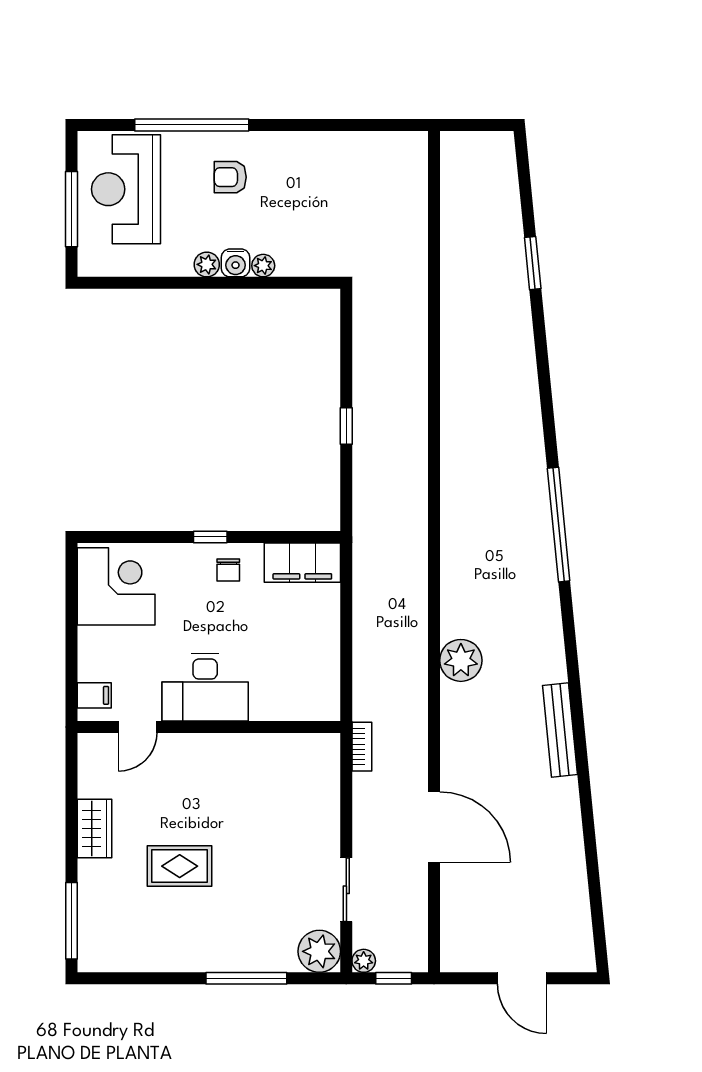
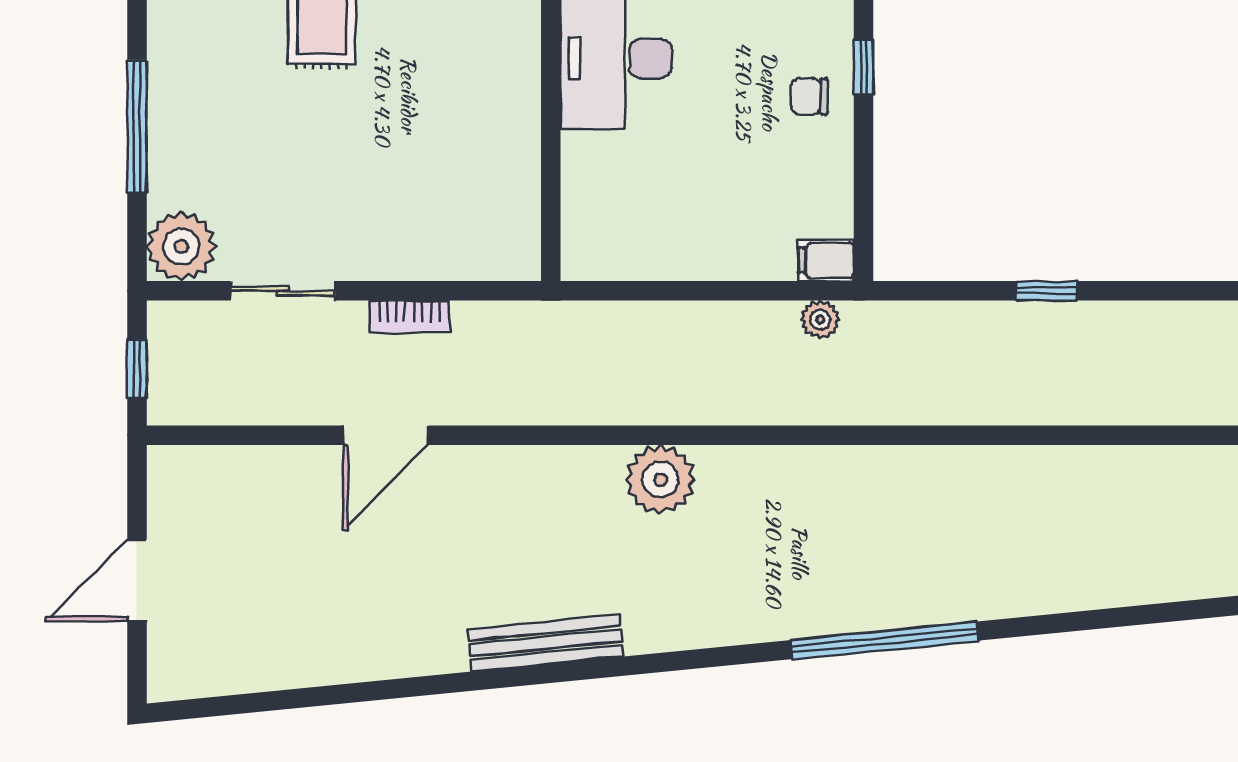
filing cabinet: (302, 563) -> (826, 260), width x0.33, depth x0.86
bookcase: (362, 747) -> (409, 317), moved
door: (434, 827) -> (386, 435), width x0.73
plant: (364, 961) -> (820, 320), moved

